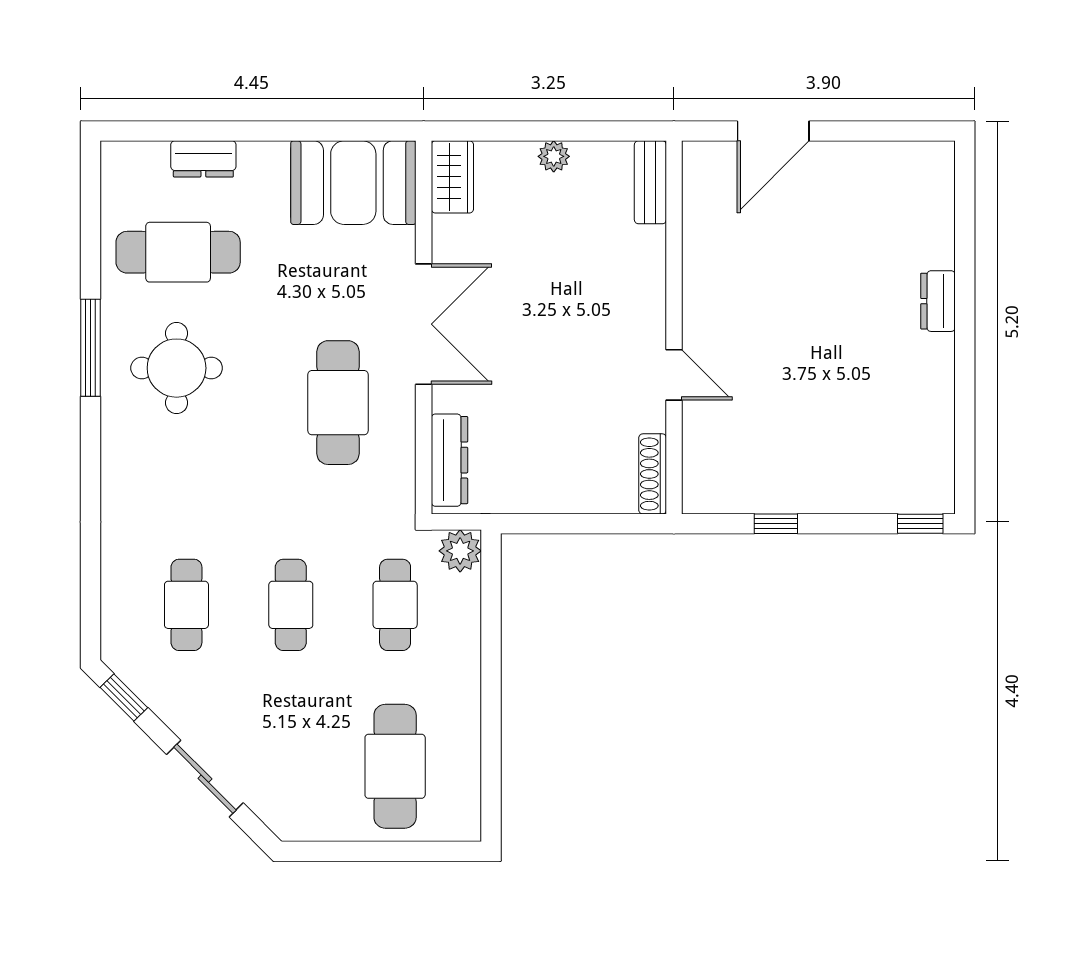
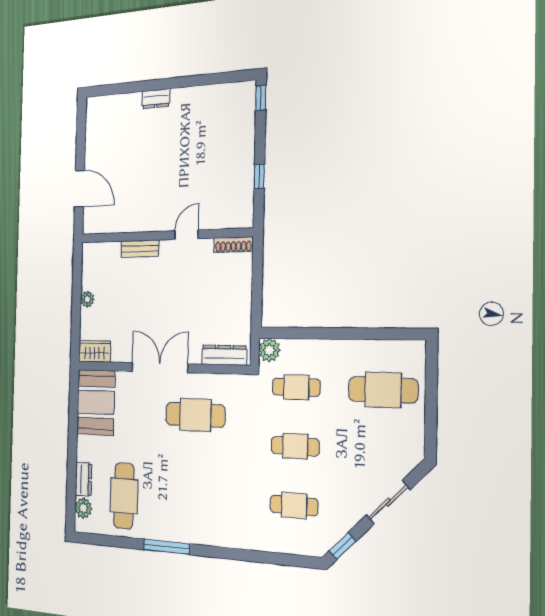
plant: (148, 160) -> (83, 508), added
bench: (650, 182) -> (140, 249), moved
round table: (177, 368) -> (177, 501), removed

